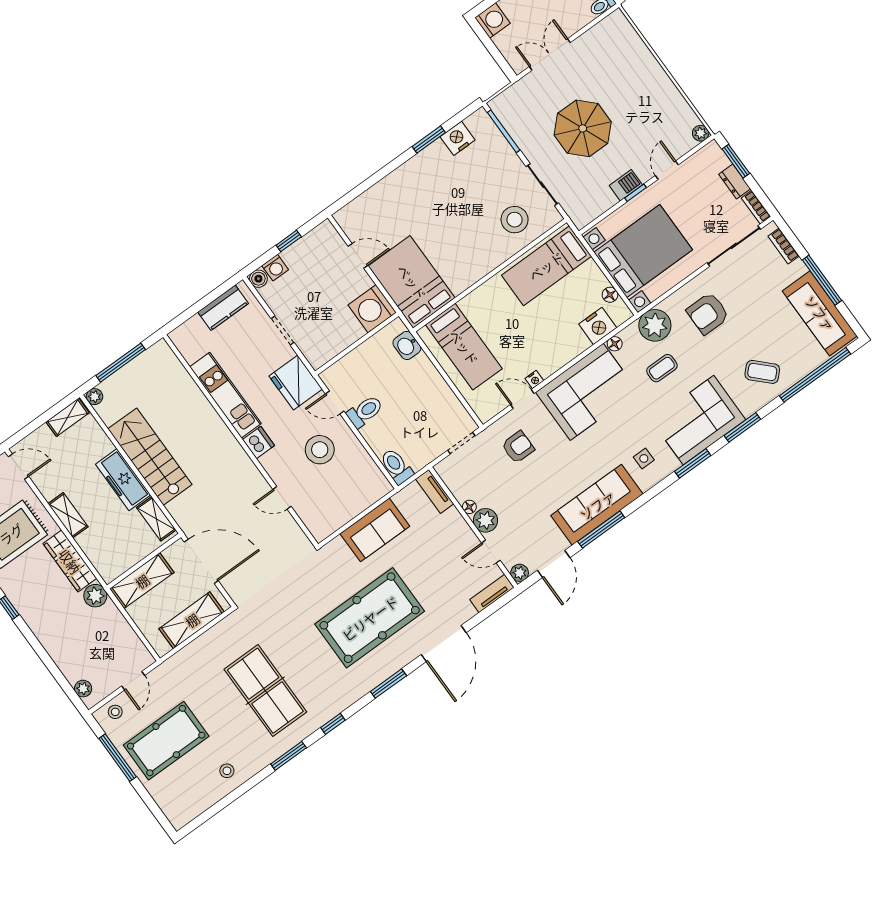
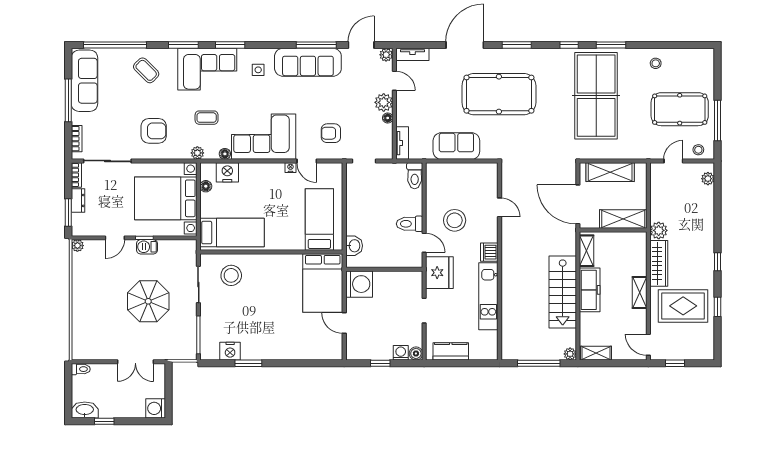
plant: (655, 325) -> (197, 153), width x0.53, depth x0.53
table tennis table: (265, 691) -> (596, 96), width x1.36, depth x1.32

